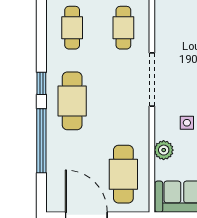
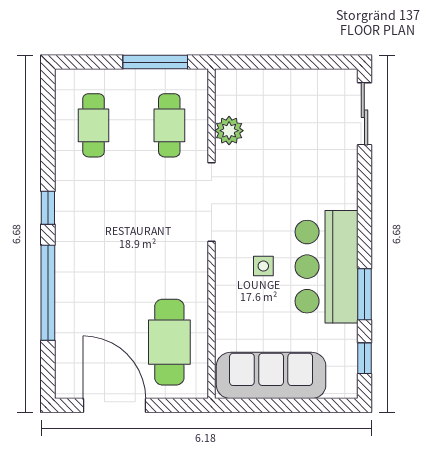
cafe table: (72, 101) -> (93, 234), removed
plant: (164, 150) -> (229, 131), moved

